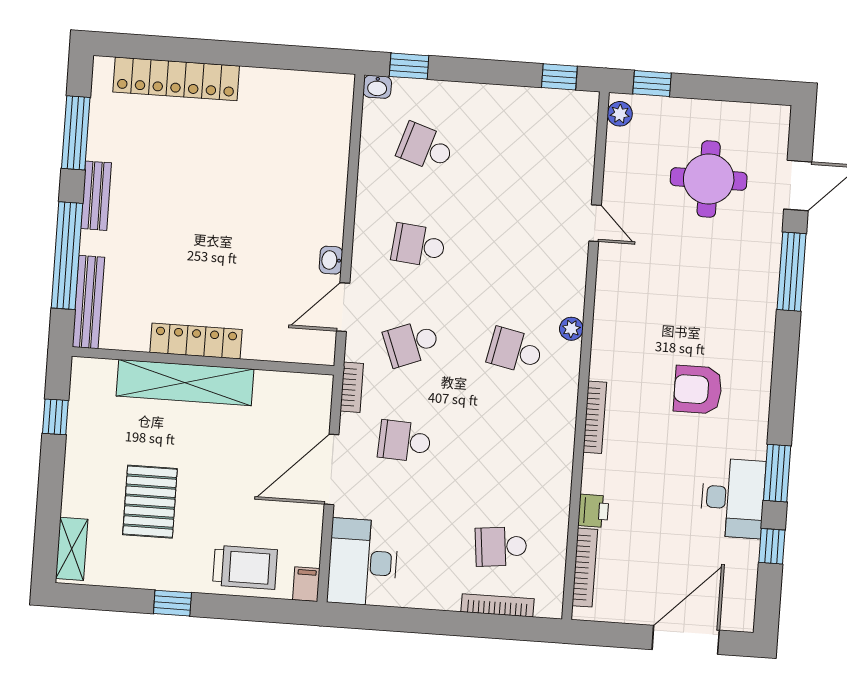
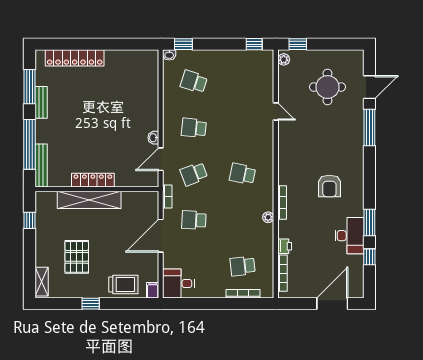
bench: (96, 196) -> (41, 102), moved
plant: (571, 329) -> (268, 217), moved
armchair: (698, 390) -> (329, 186), turned -90
desk: (363, 562) -> (178, 284), width x0.73

